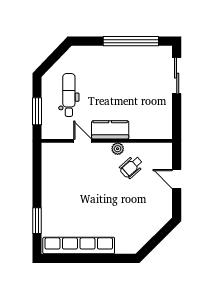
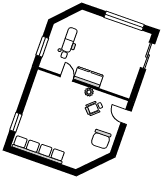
door: (177, 179) -> (126, 117), moved
chair: (154, 204) -> (101, 139), added

